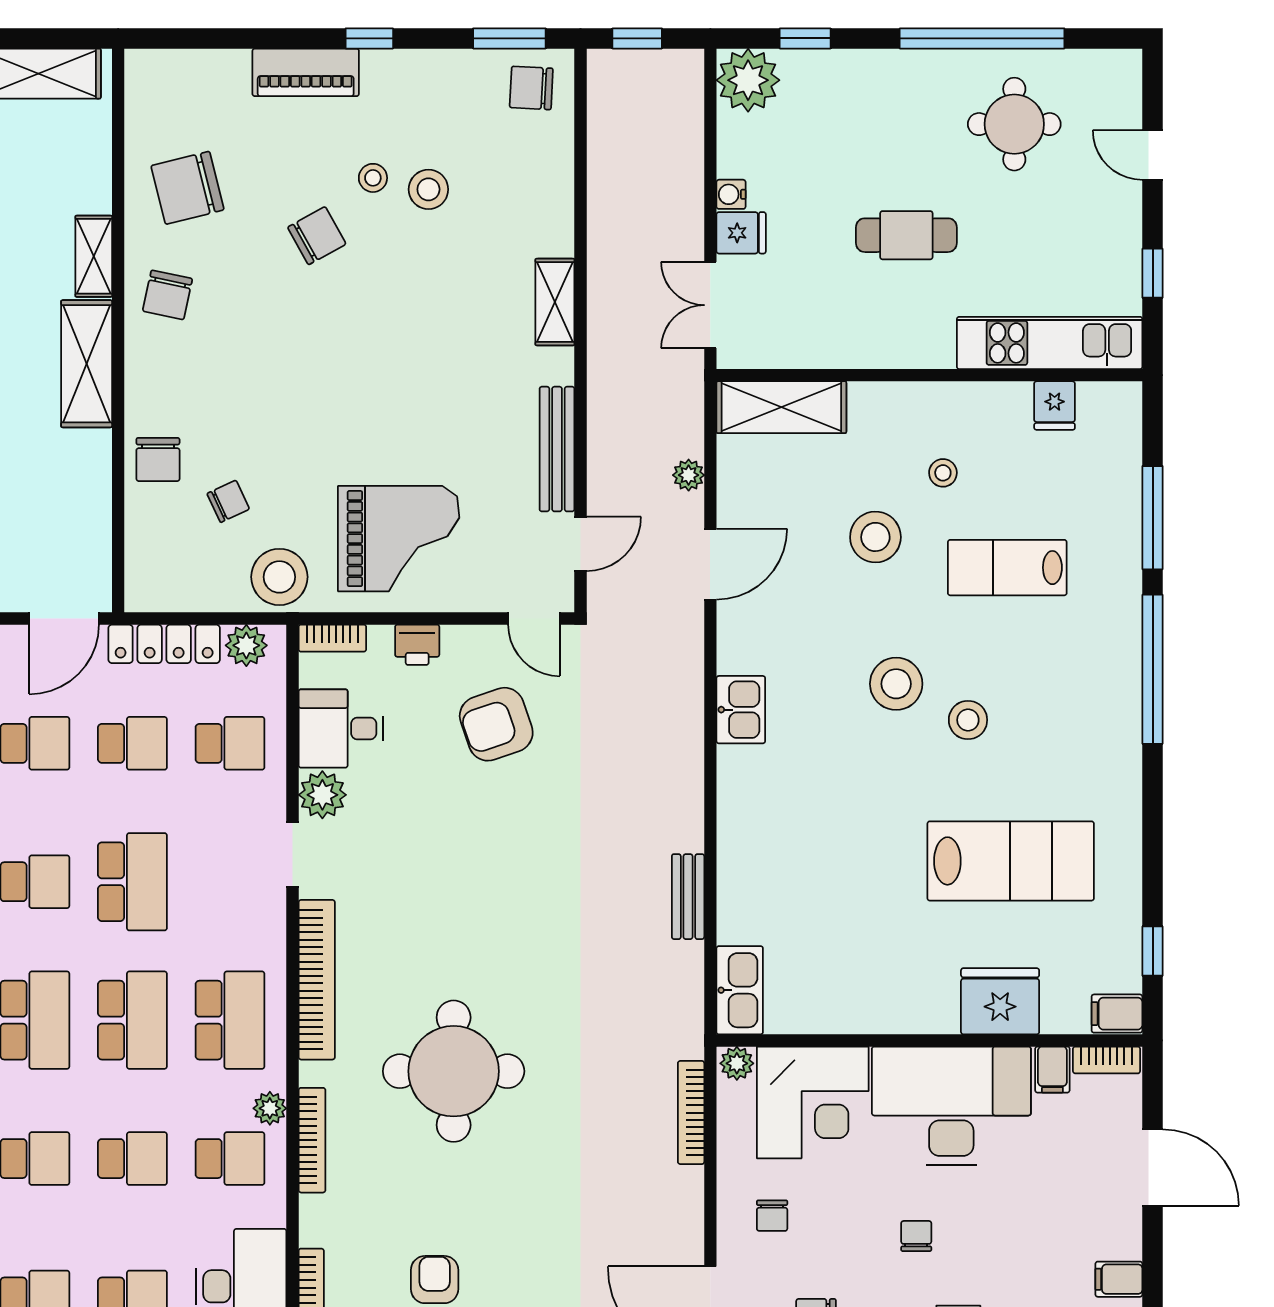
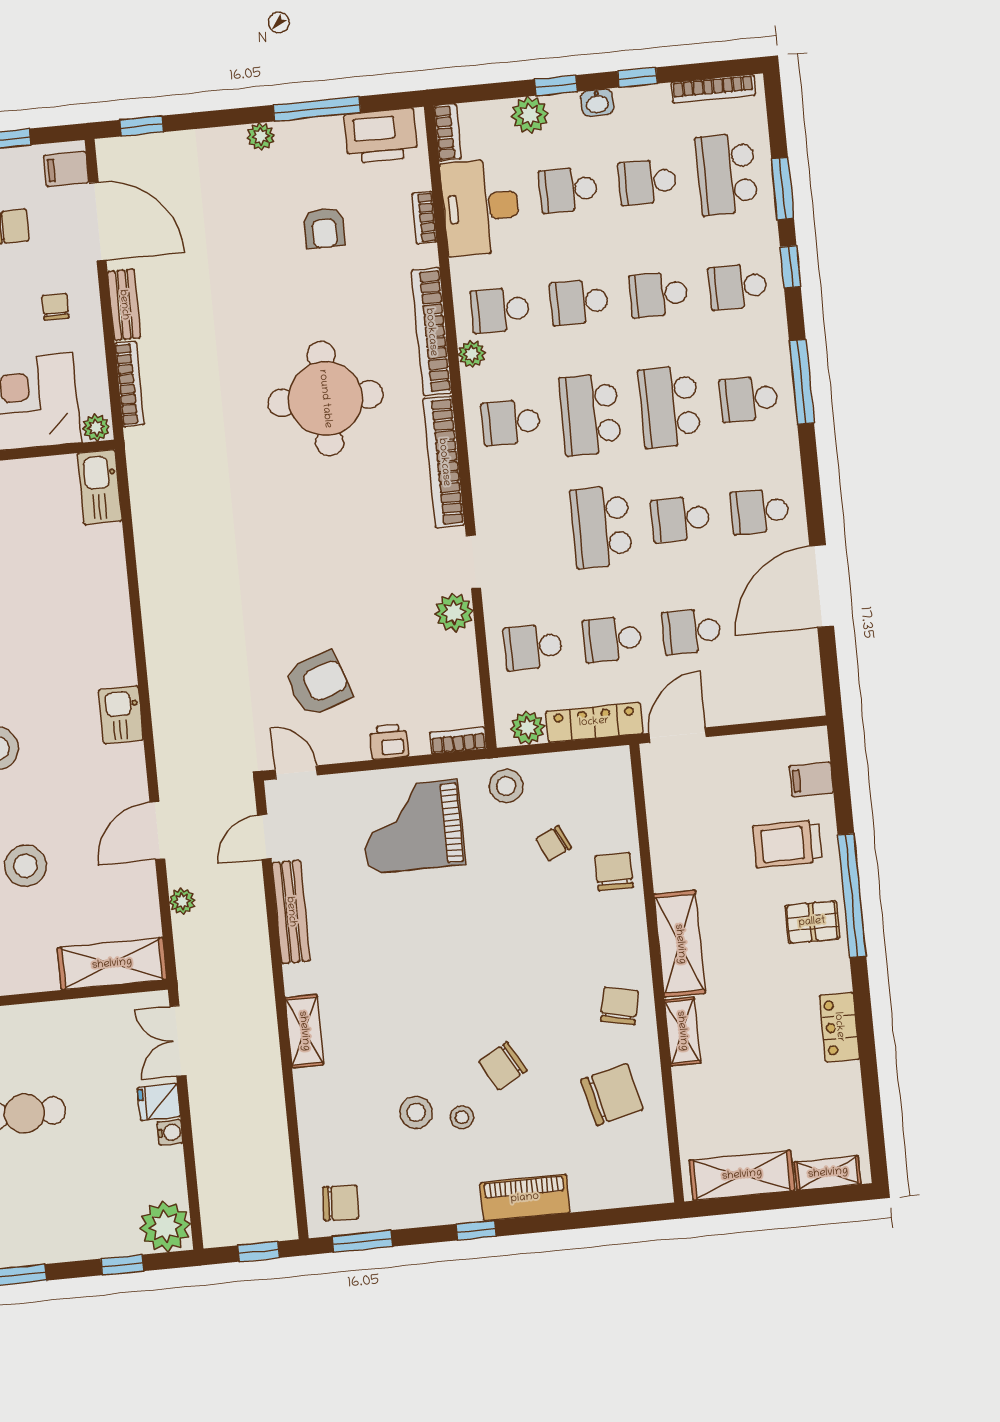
double door: (710, 305) -> (178, 1041), swing flipped
stool: (279, 577) -> (506, 786), width x0.73, depth x0.73
desk: (341, 728) -> (444, 668), removed
bench: (688, 897) -> (124, 305), moved
school desk: (230, 1020) -> (511, 422), width x0.54
bookcase: (312, 1140) -> (431, 332), width x1.48, depth x1.31

